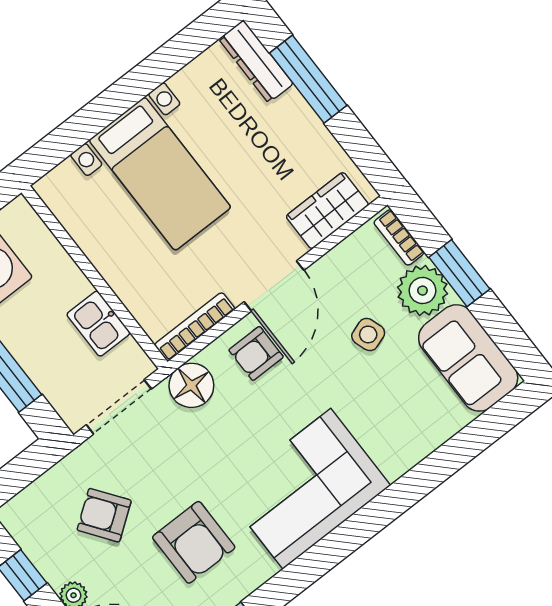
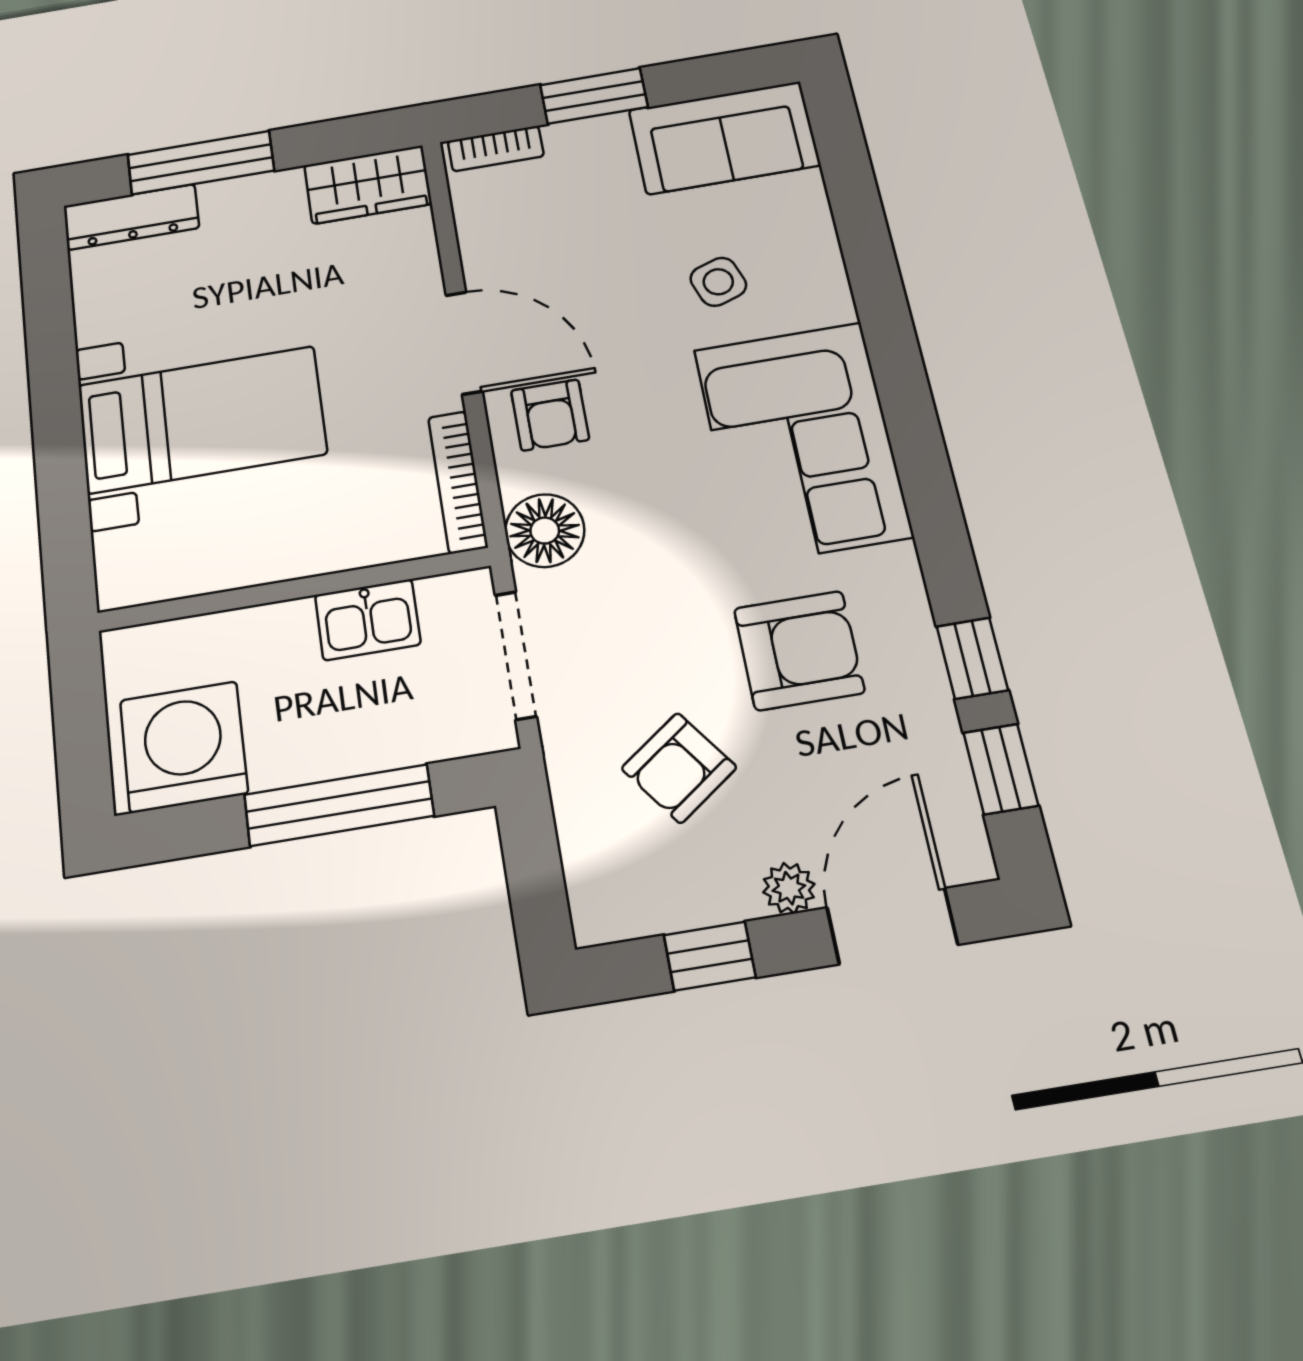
wardrobe: (327, 211) -> (368, 185), moved, turned -90
plant: (422, 291) -> (590, 153), removed
side table: (368, 334) -> (718, 282), moved

